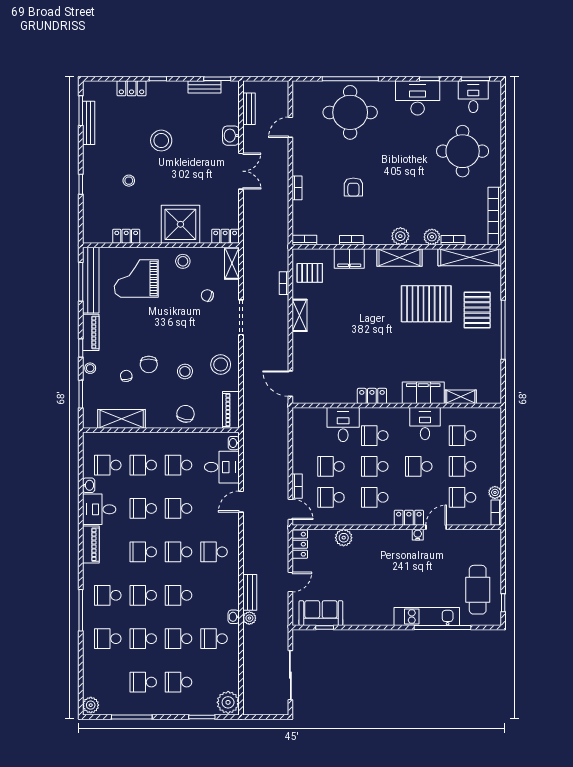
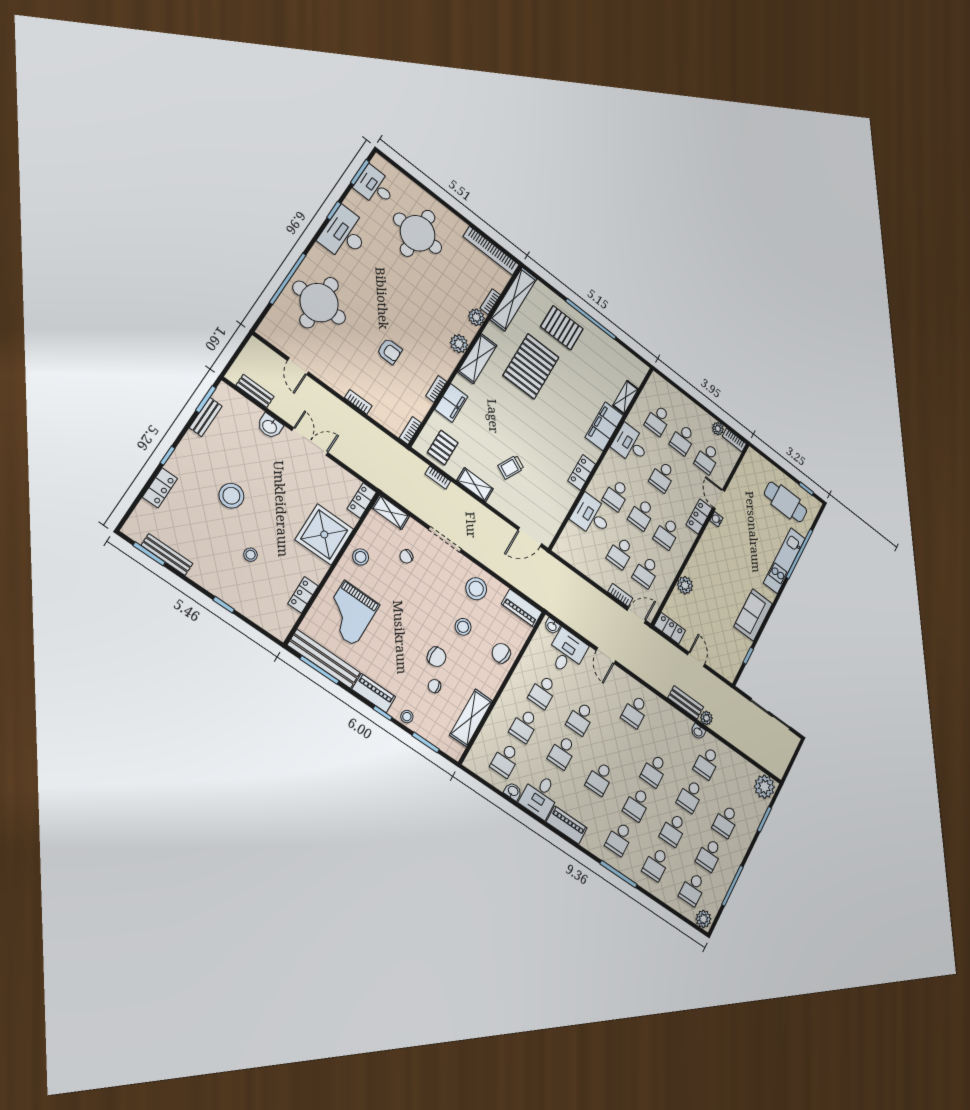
trolley: (334, 336) -> (511, 467), added
school desk: (179, 552) -> (692, 889), moved
sofa: (321, 613) -> (753, 615), moved

